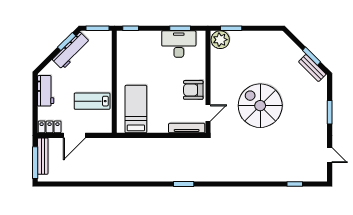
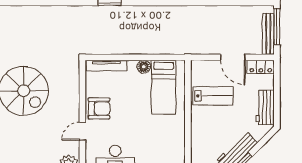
door: (208, 113) -> (82, 131), moved
floor lamp: (153, 127) -> (144, 67), added
door: (74, 135) -> (233, 57), swing flipped

